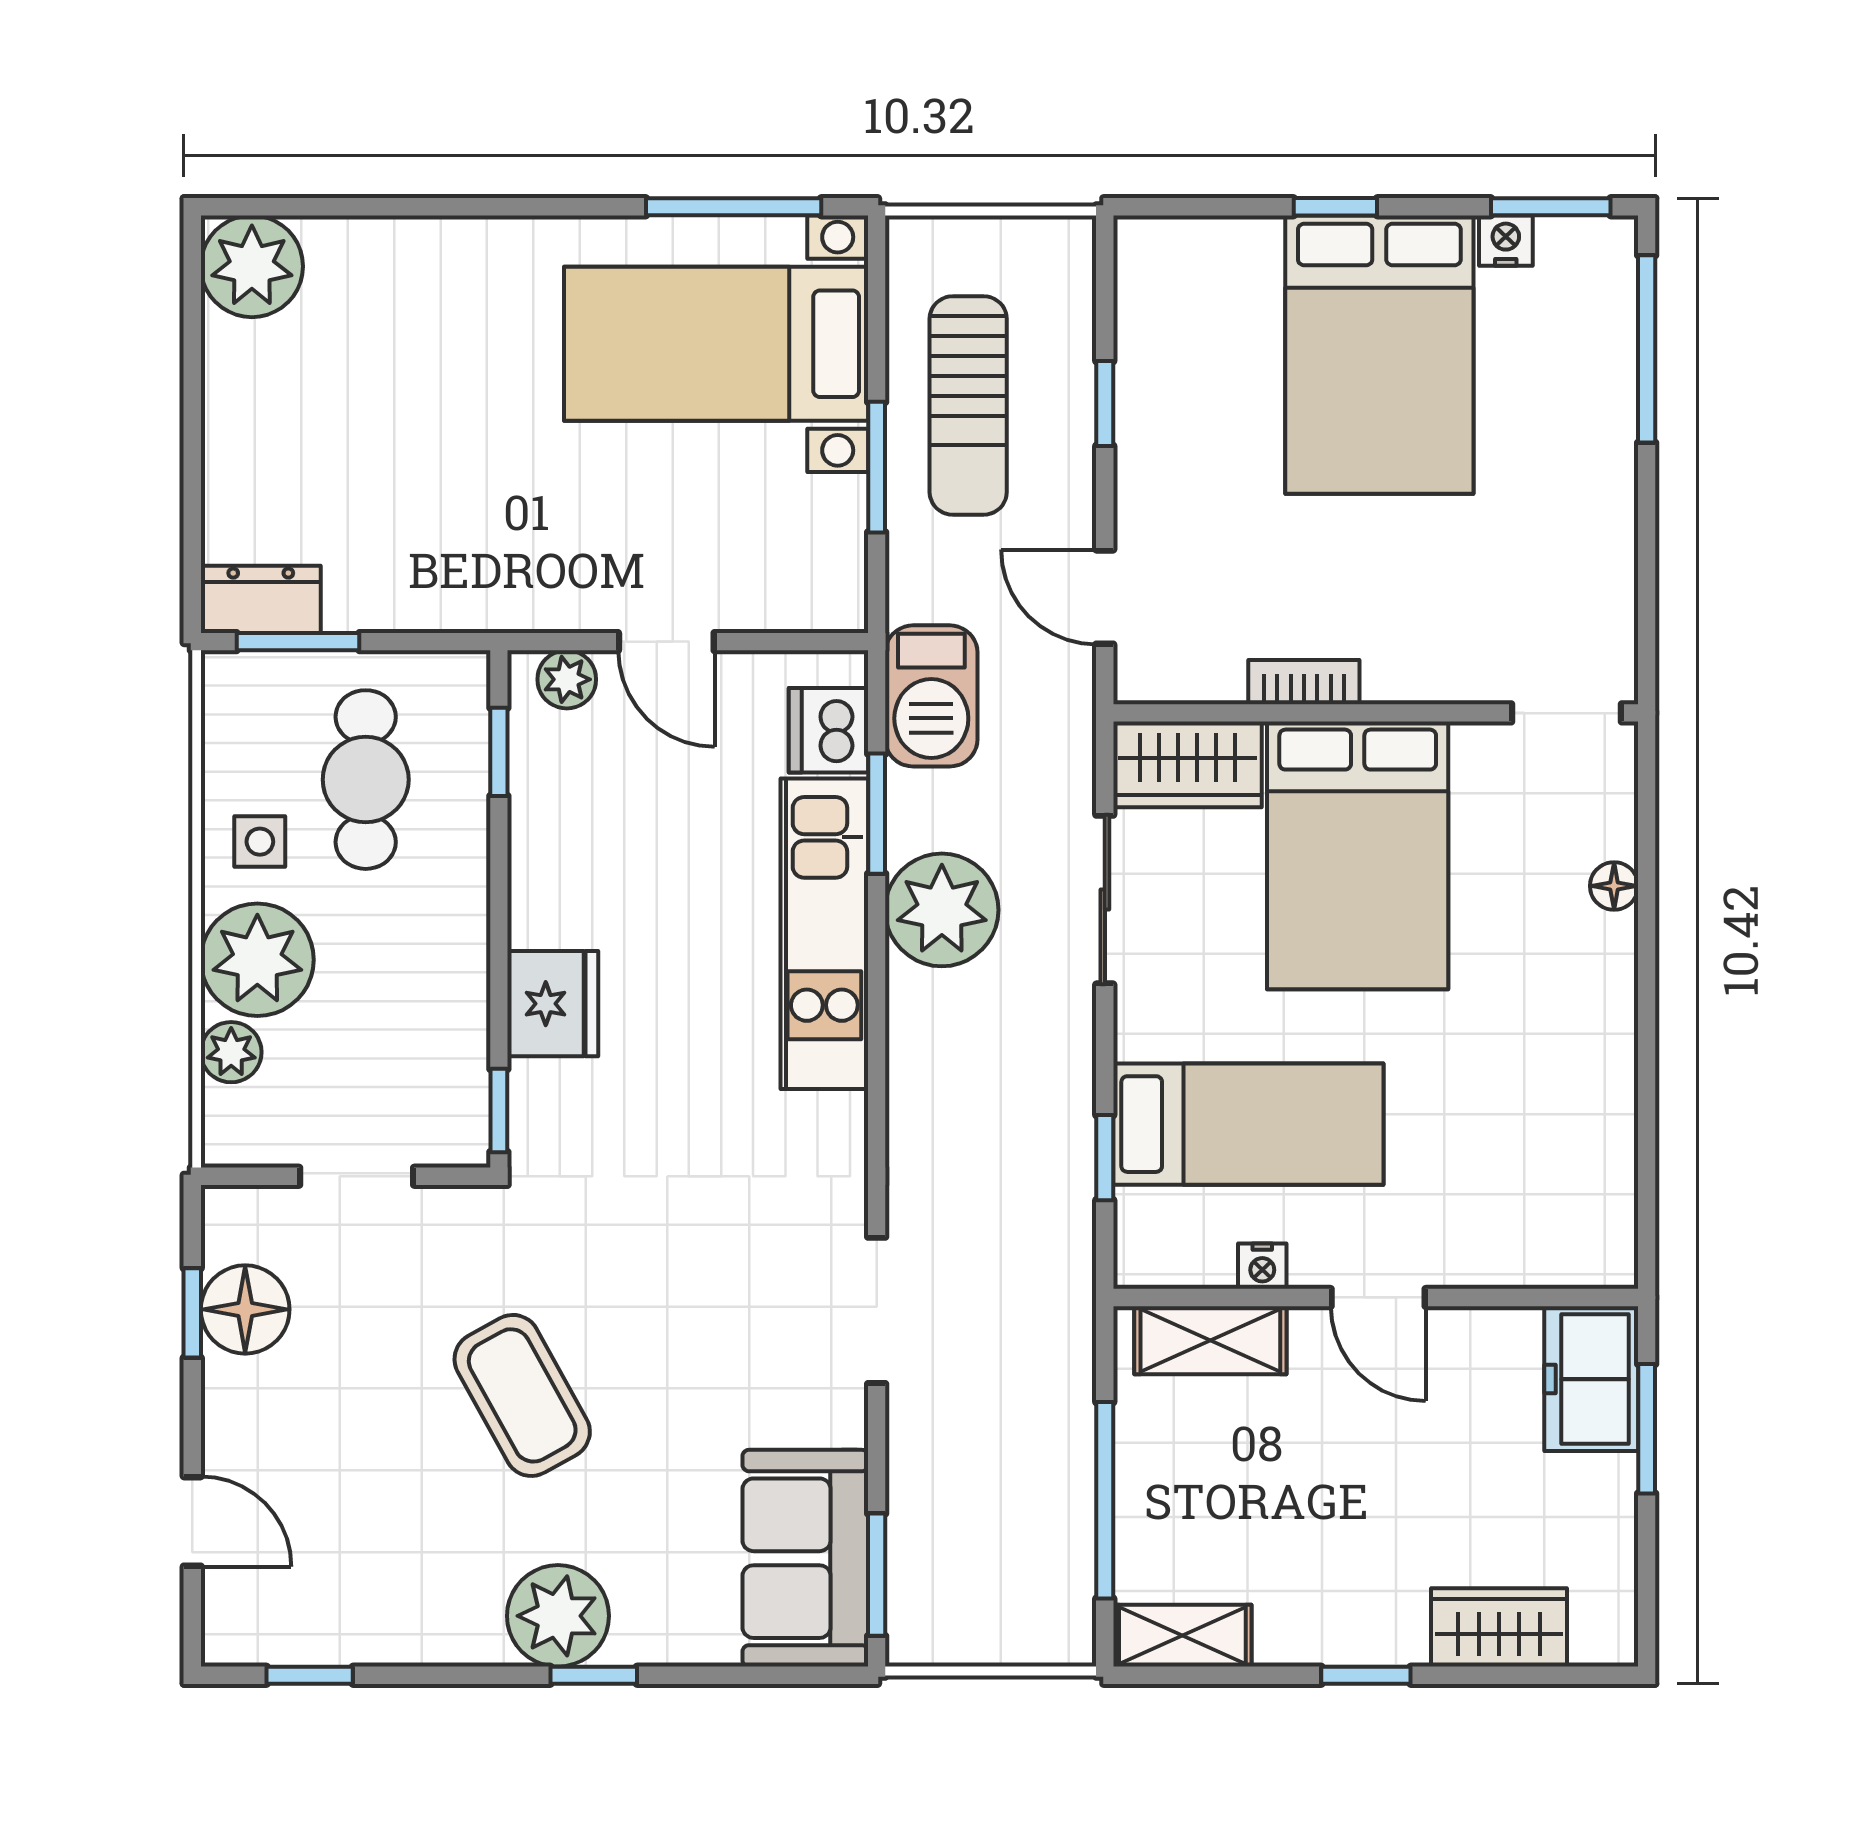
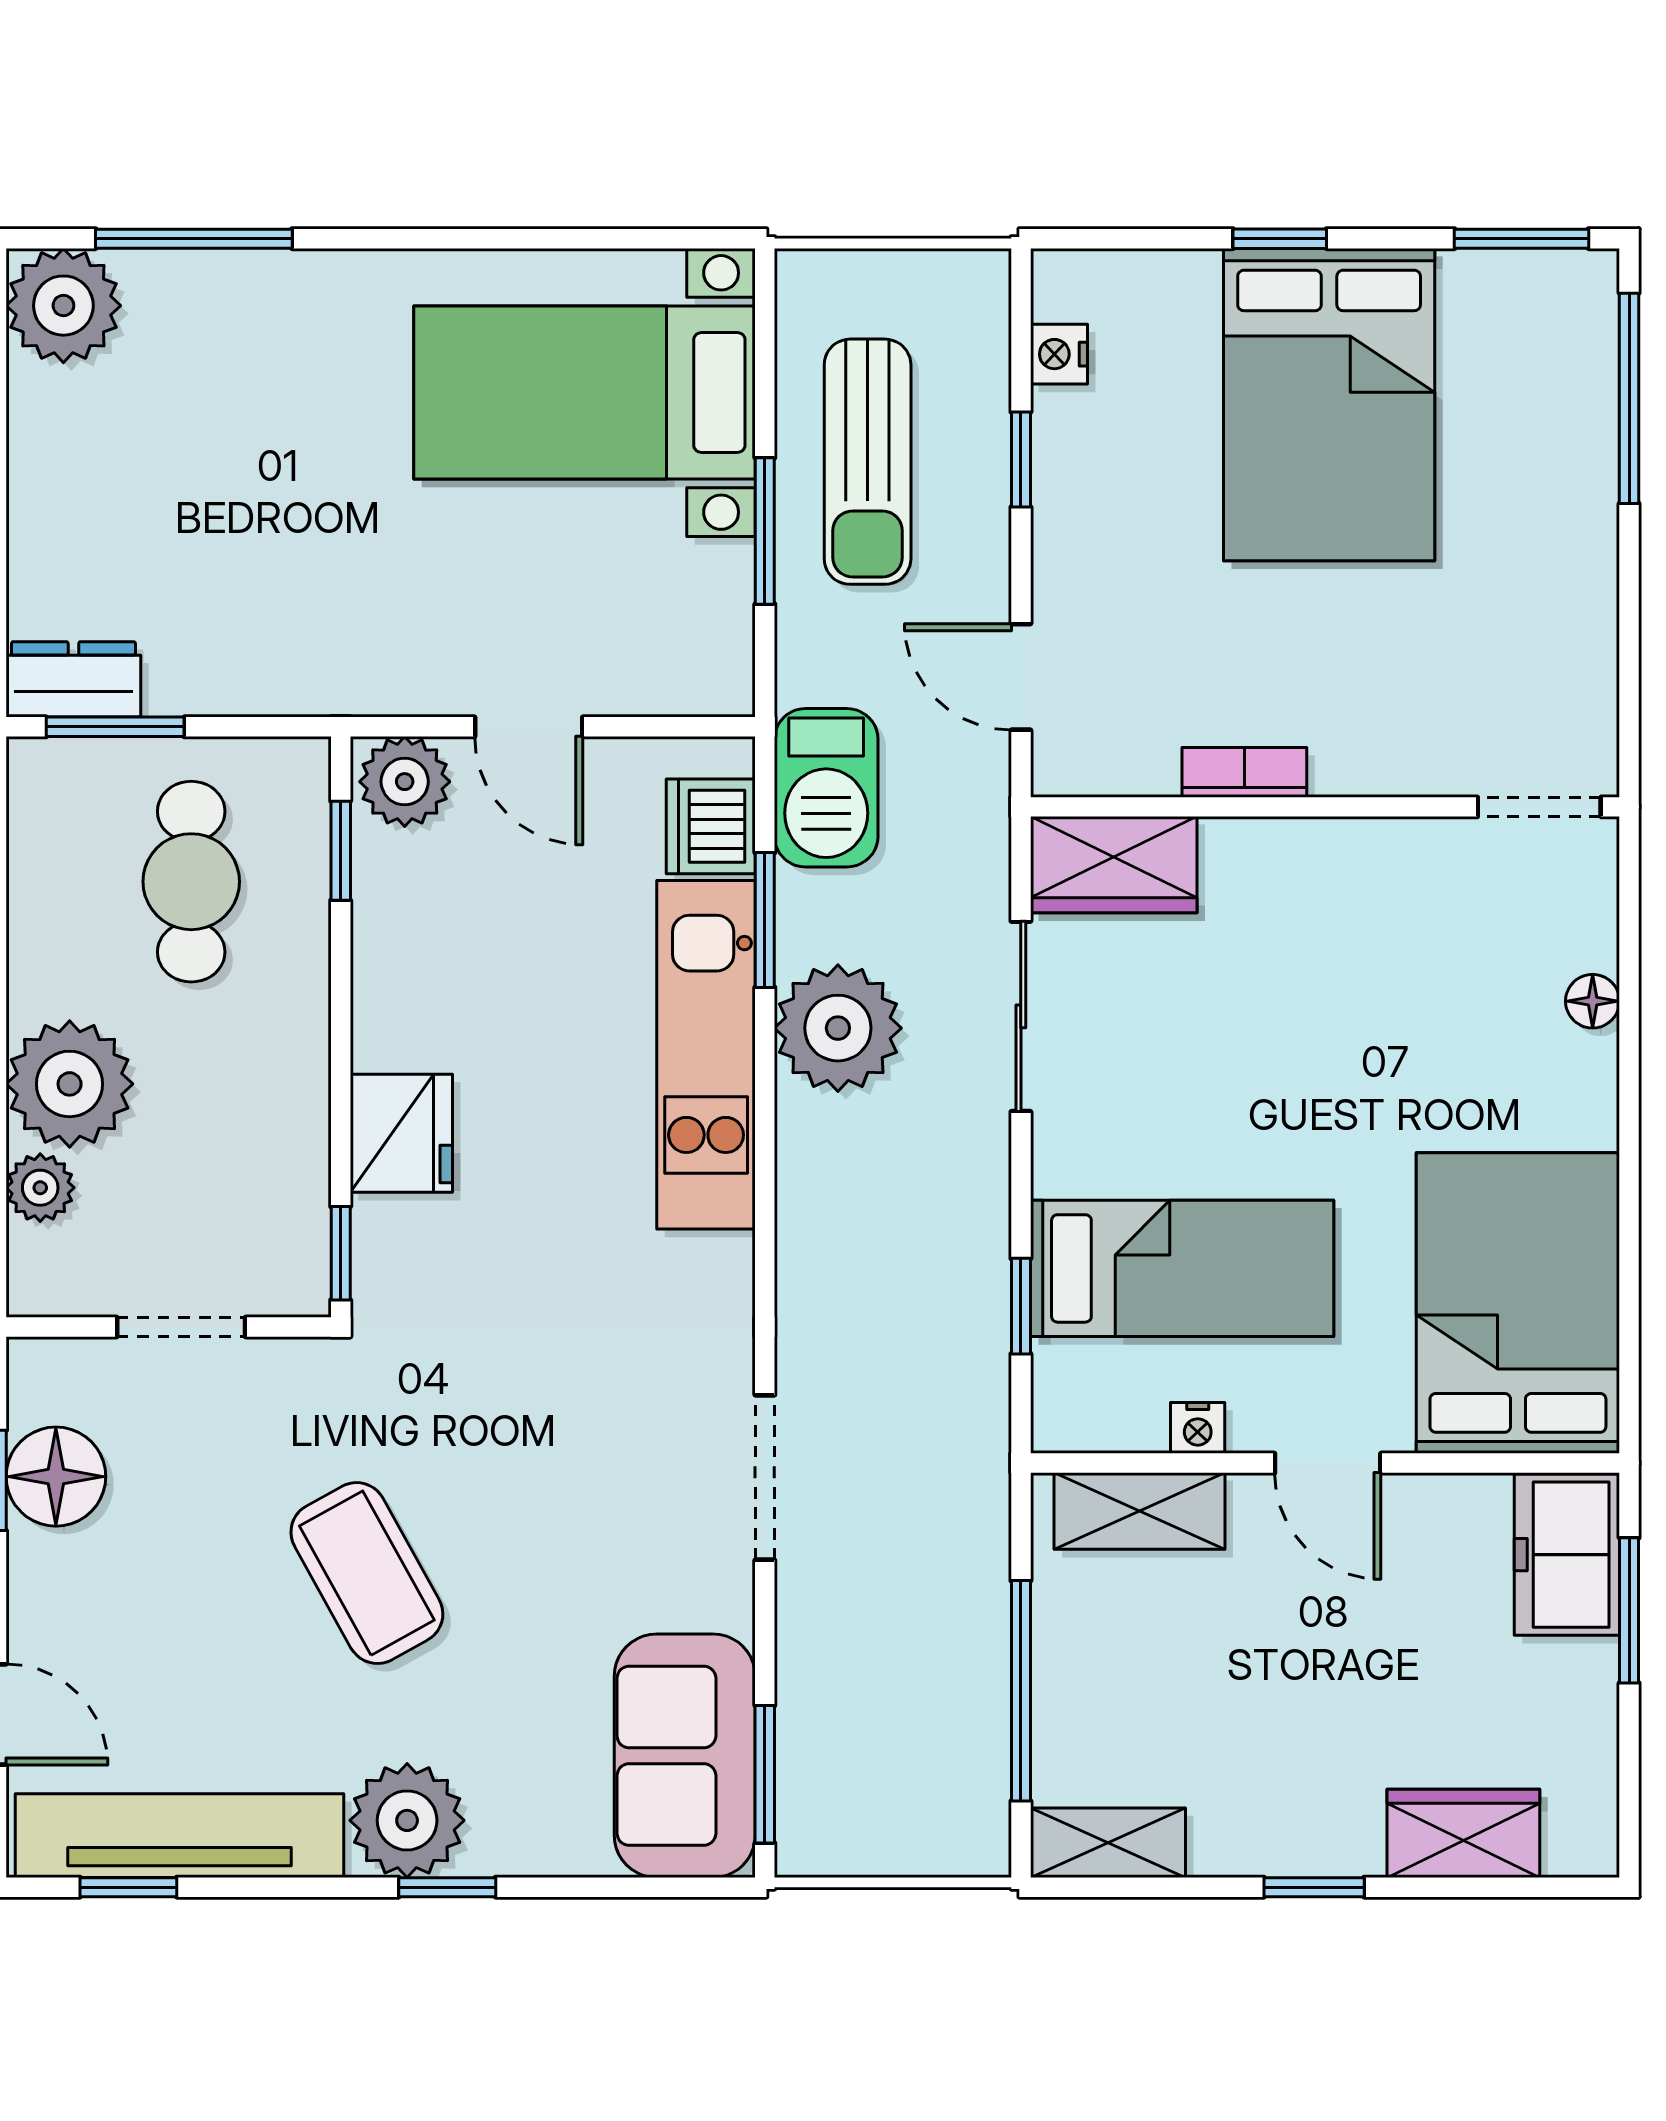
window: (734, 207) -> (194, 239), moved
nightstand: (1506, 241) -> (1059, 354), moved, turned -90
plant: (567, 679) -> (405, 782), width x1.38, depth x1.38
side table: (260, 842) -> (72, 951), removed
bed: (1358, 855) -> (1518, 1303), moved, turned 180
tv unit: (355, 1629) -> (180, 1836), added

